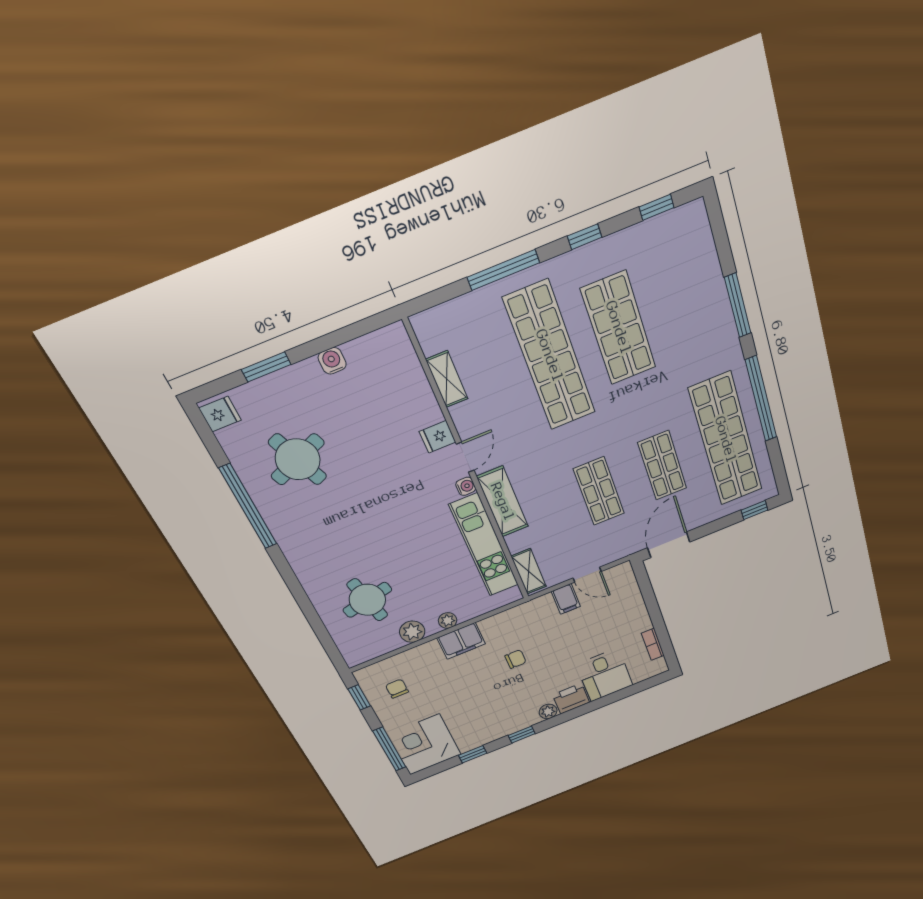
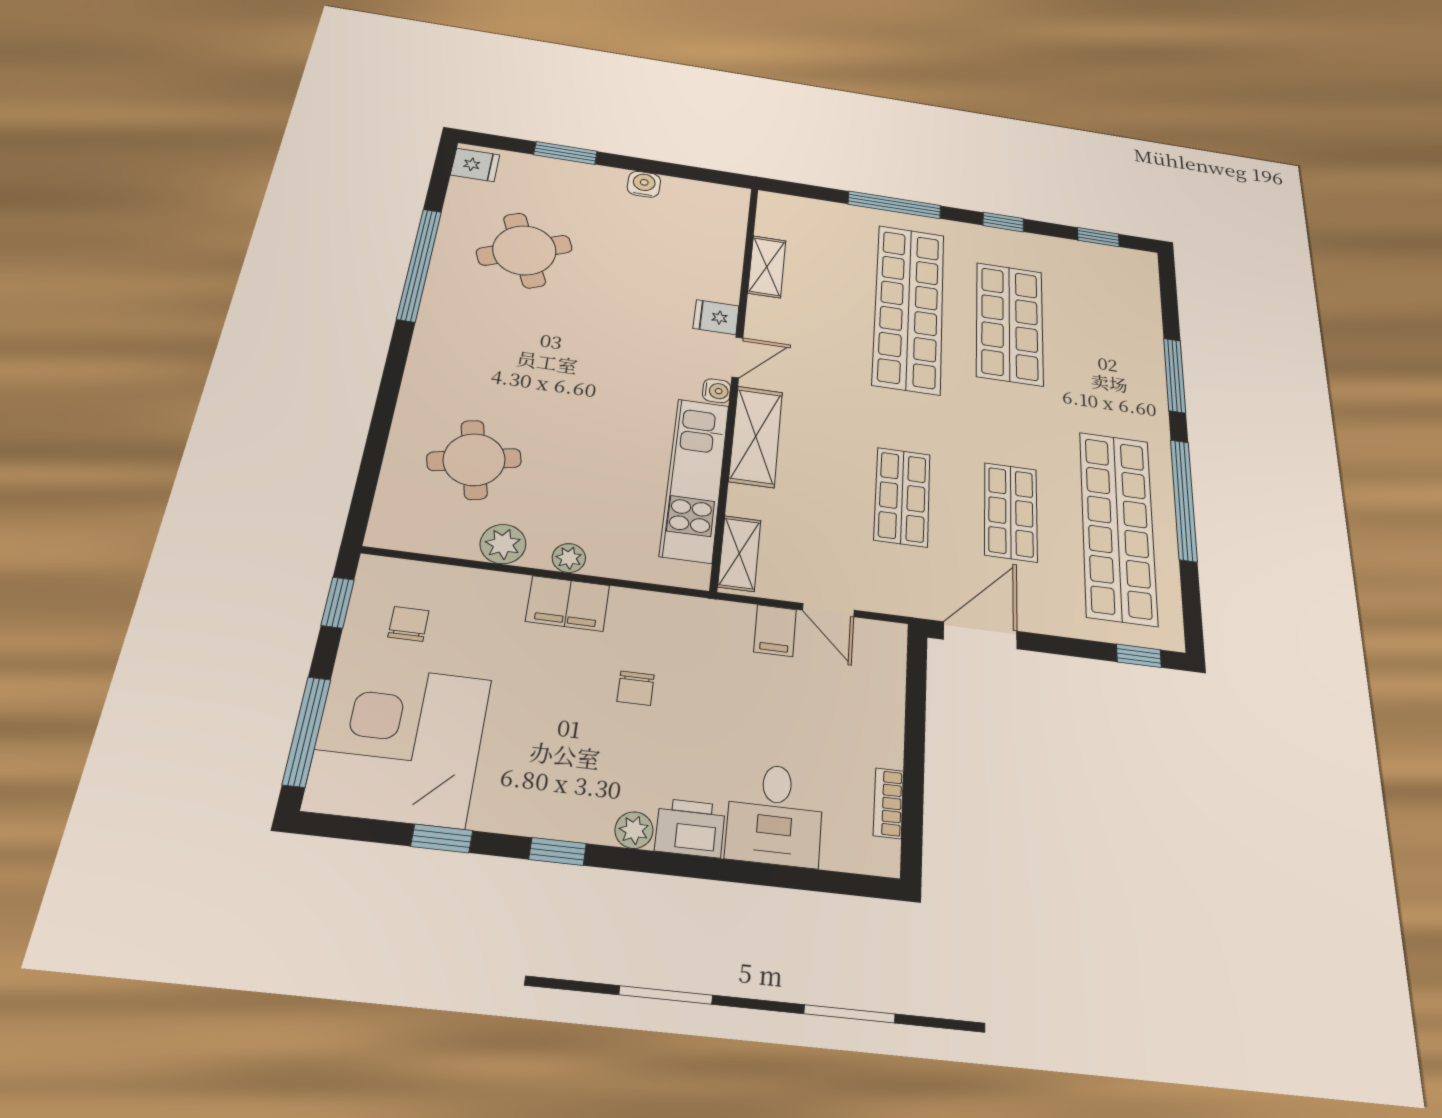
chair: (515, 659) -> (636, 688), turned 90
corner desk: (425, 745) -> (398, 744), width x1.36, depth x1.36

